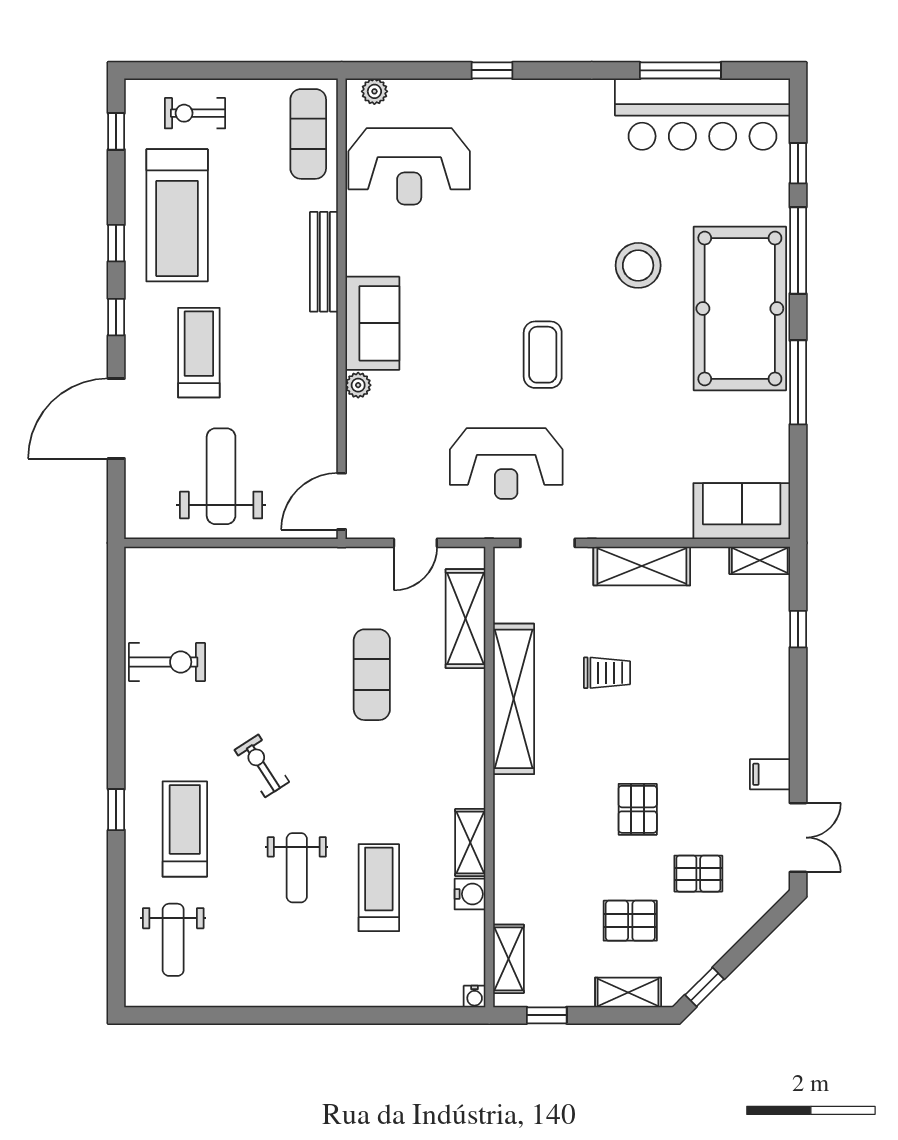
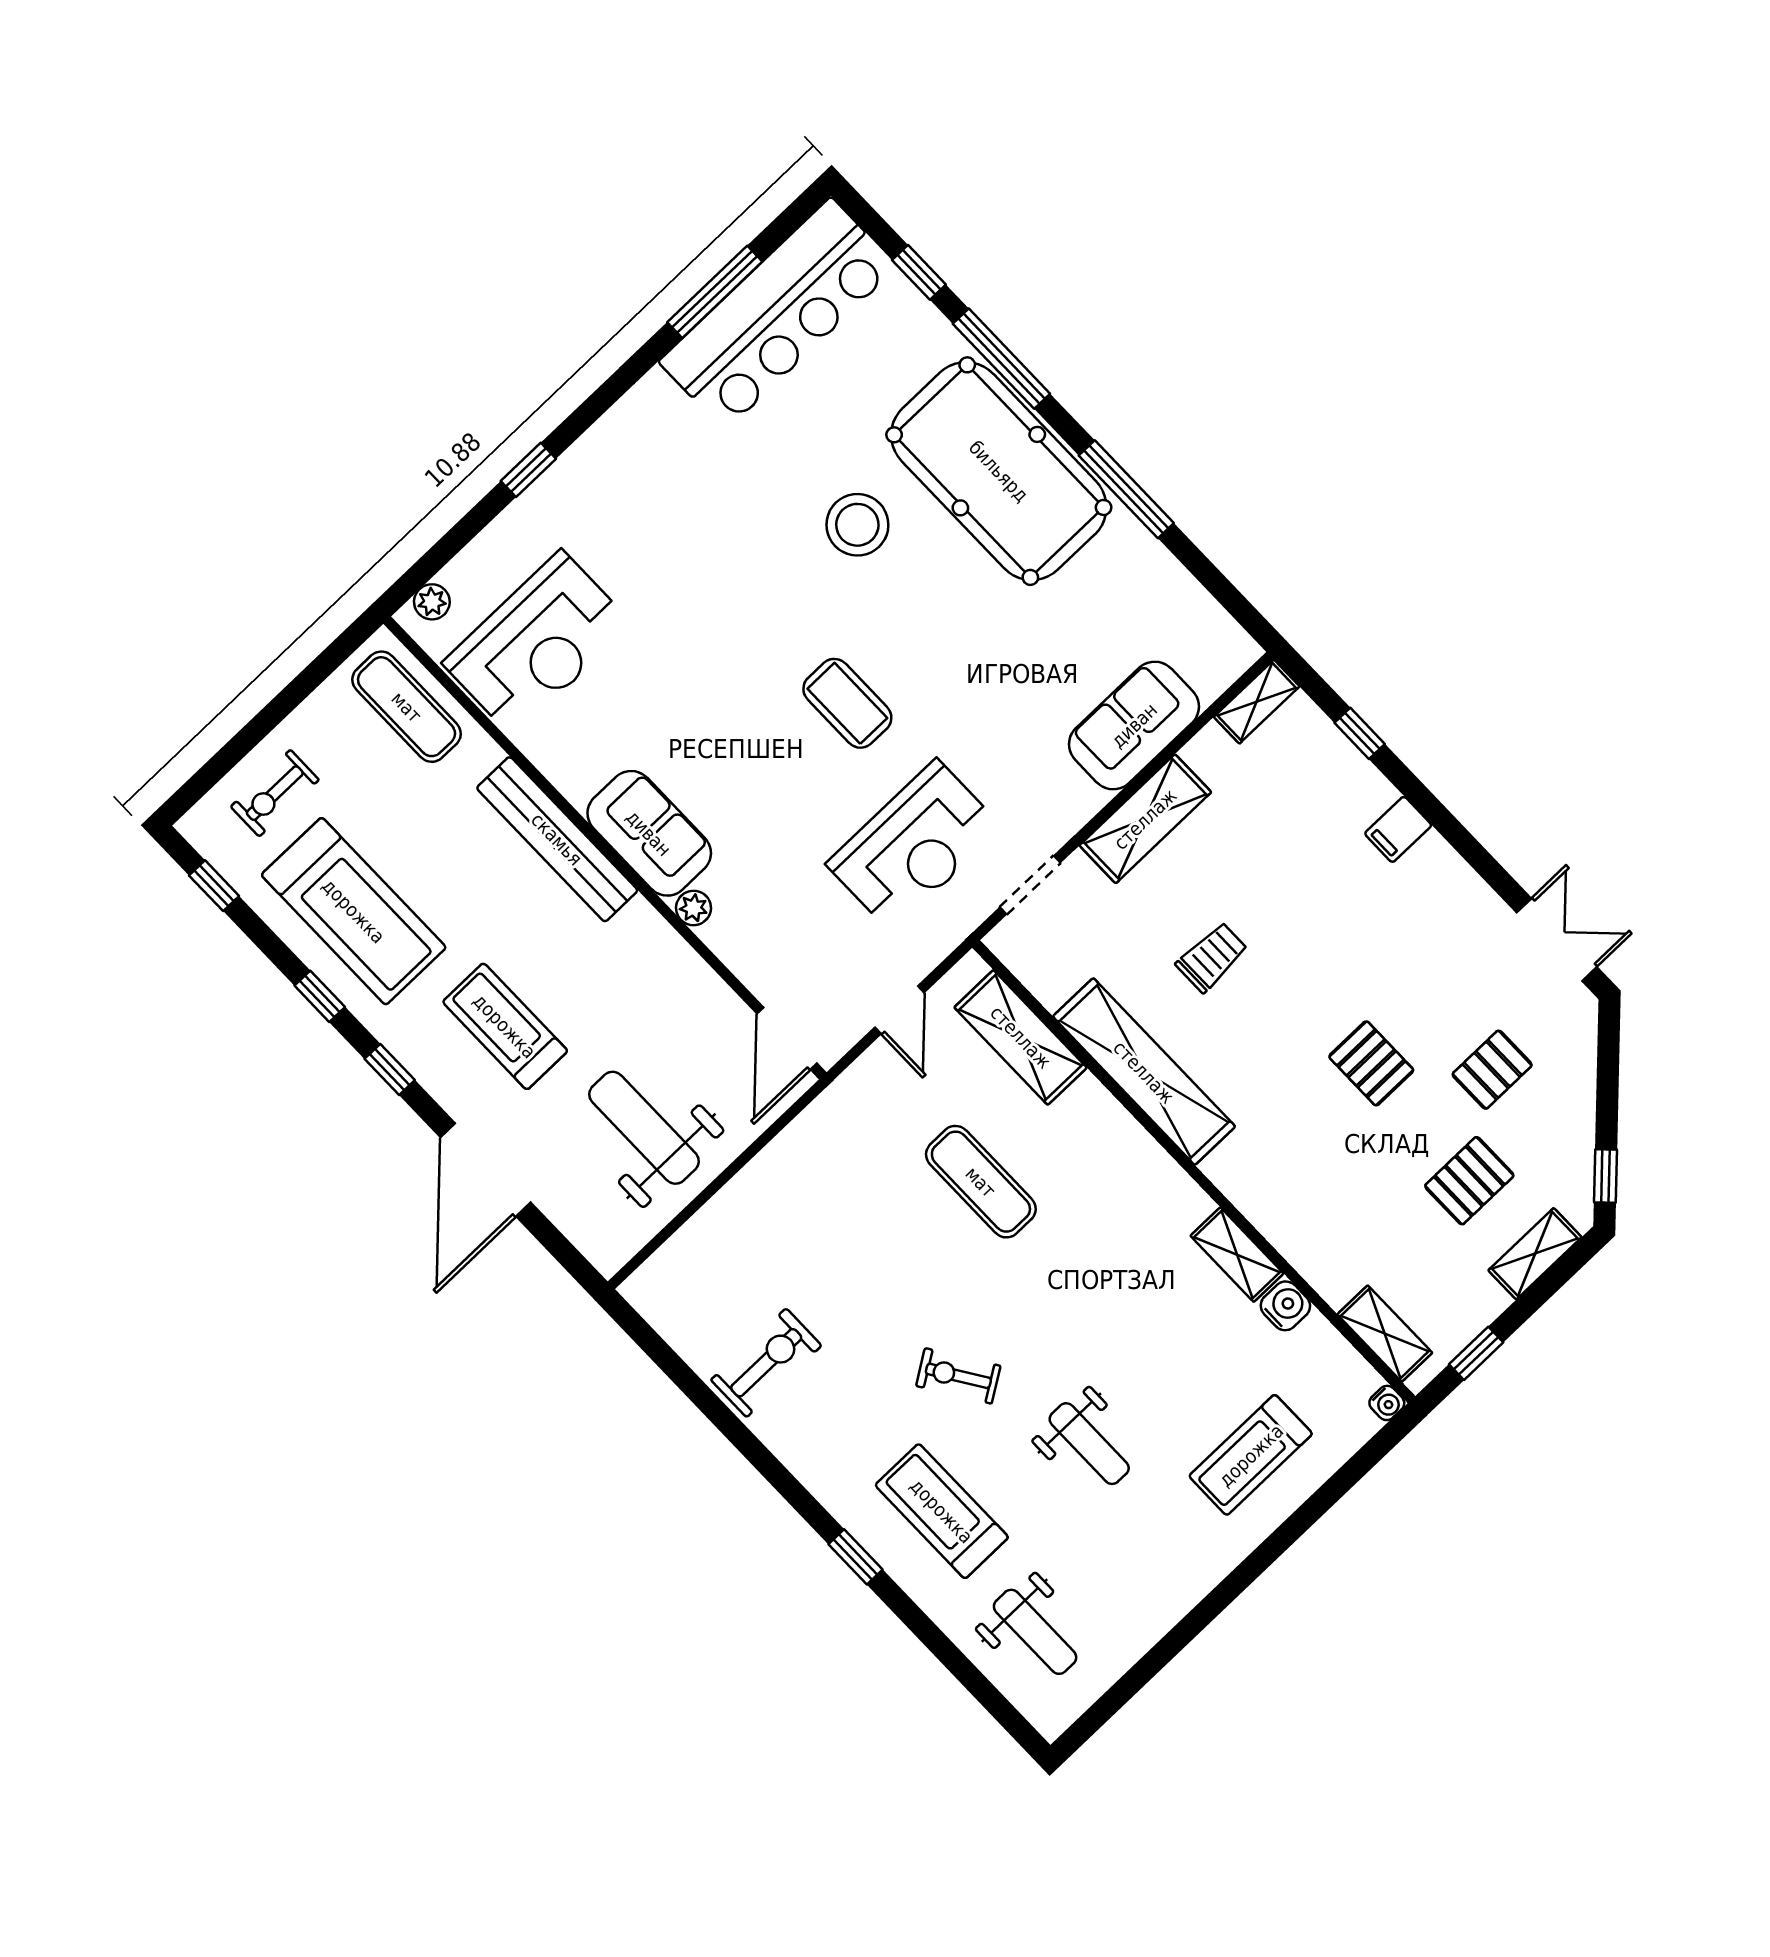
bench: (324, 262) -> (557, 839), width x1.37, depth x1.21
sofa: (742, 511) -> (1134, 725), moved
filing cabinet: (770, 774) -> (1398, 829), moved
treadmill: (379, 888) -> (1251, 1455), moved, turned -90

